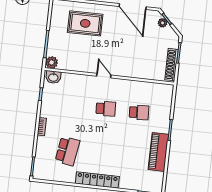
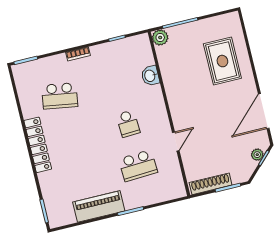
door: (104, 76) -> (176, 141), moved
washbasin: (53, 77) -> (150, 76), moved
school desk: (139, 112) -> (138, 166), width x1.85

